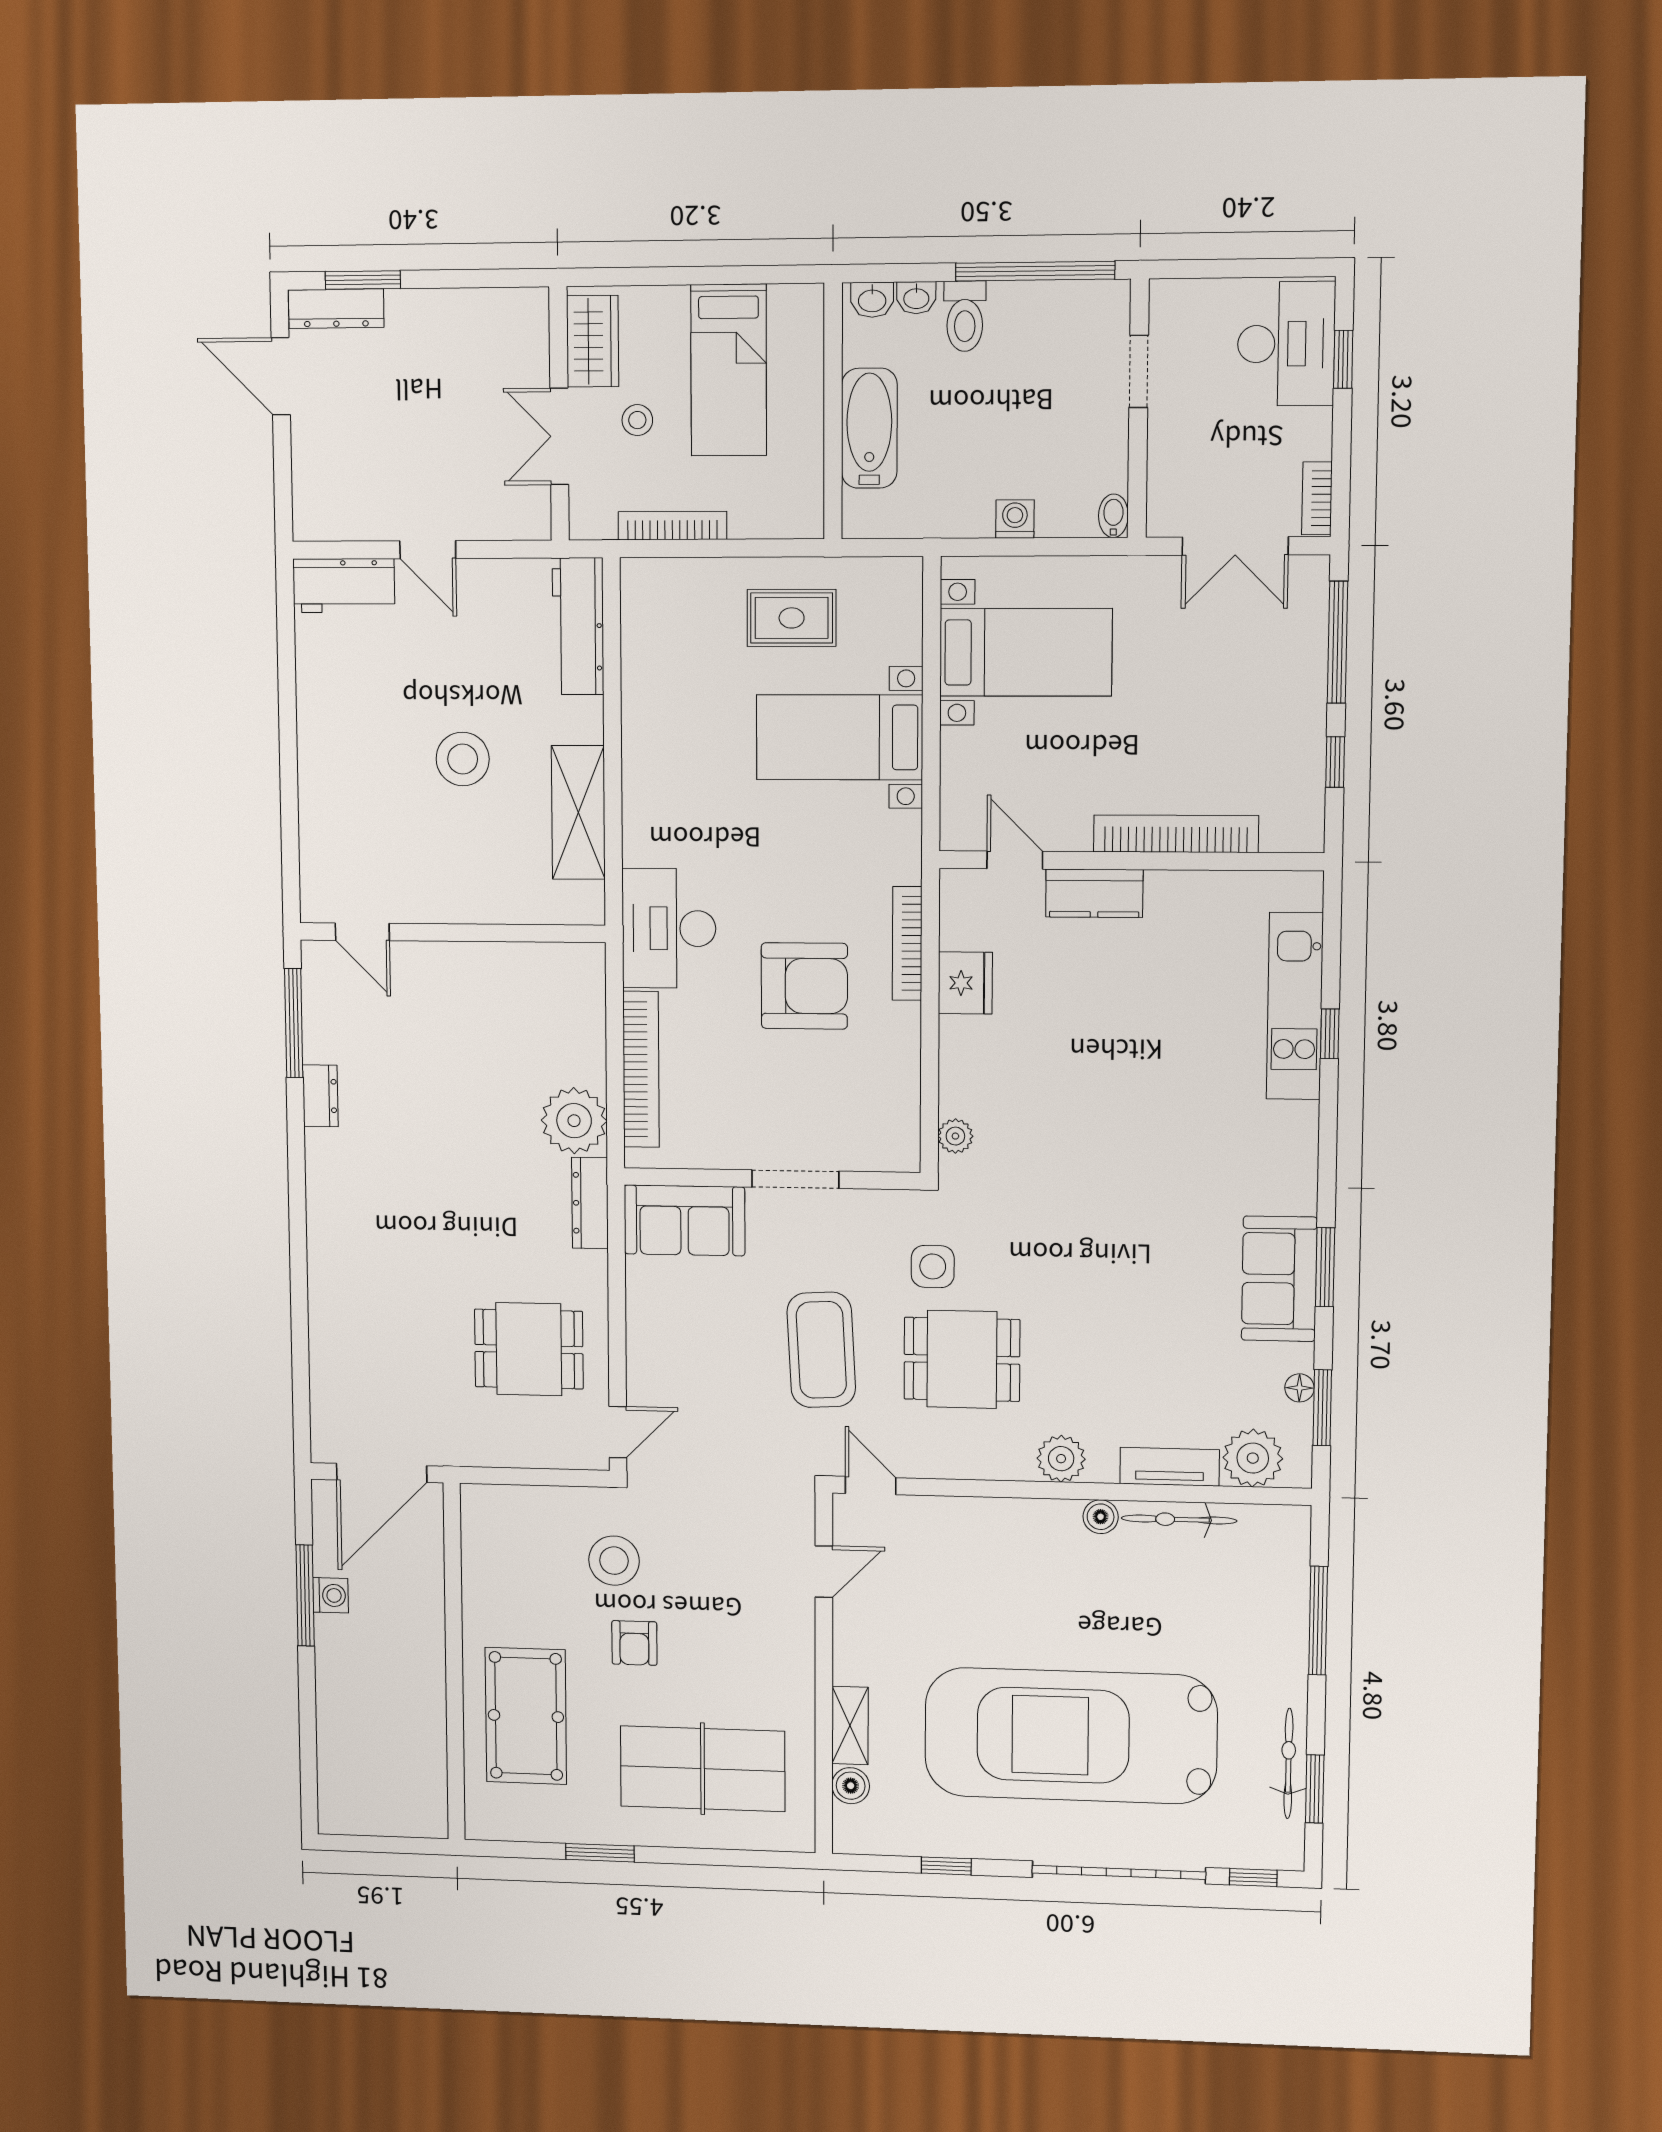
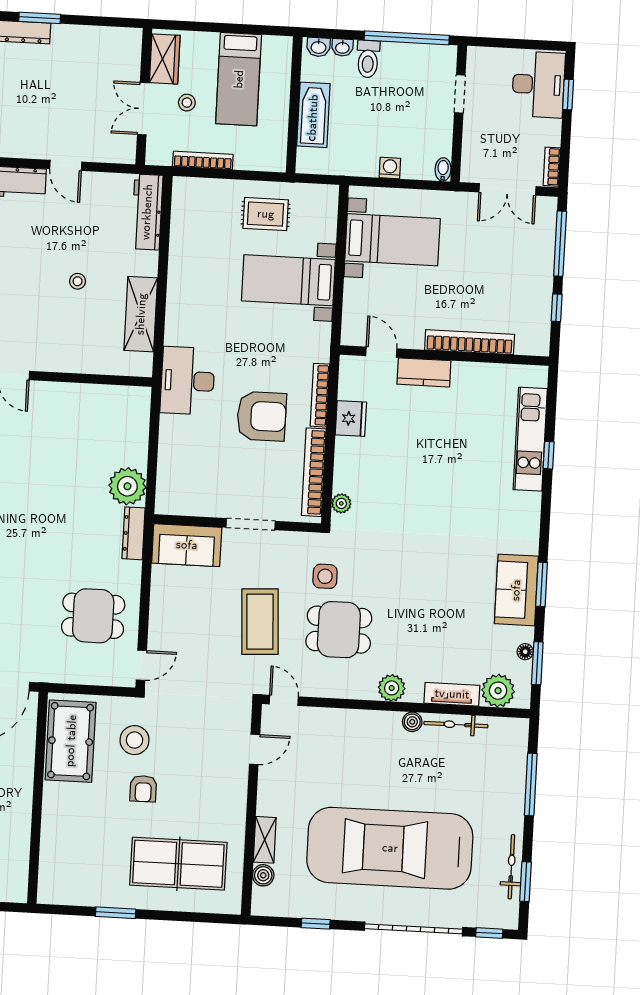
stool: (463, 759) -> (78, 281), width x0.53, depth x0.53
bookcase: (641, 1069) -> (314, 472), moved, turned 180
pool table: (526, 1716) -> (71, 741), moved

